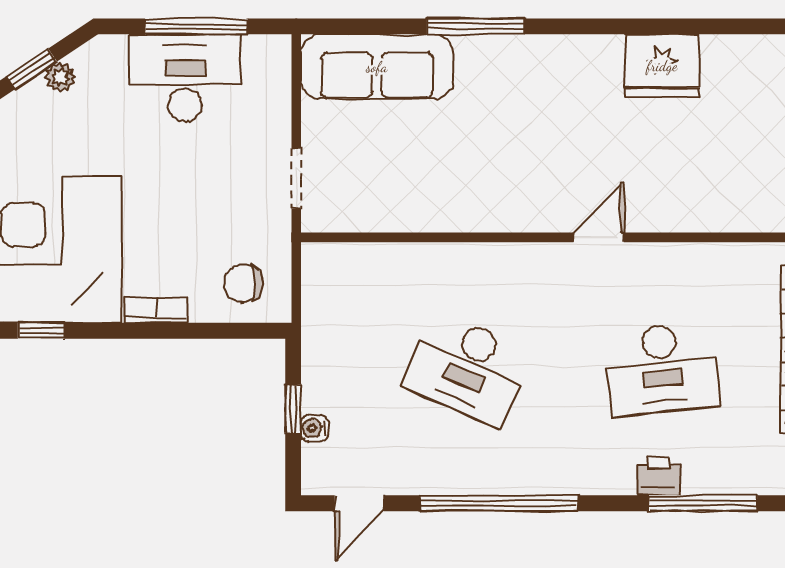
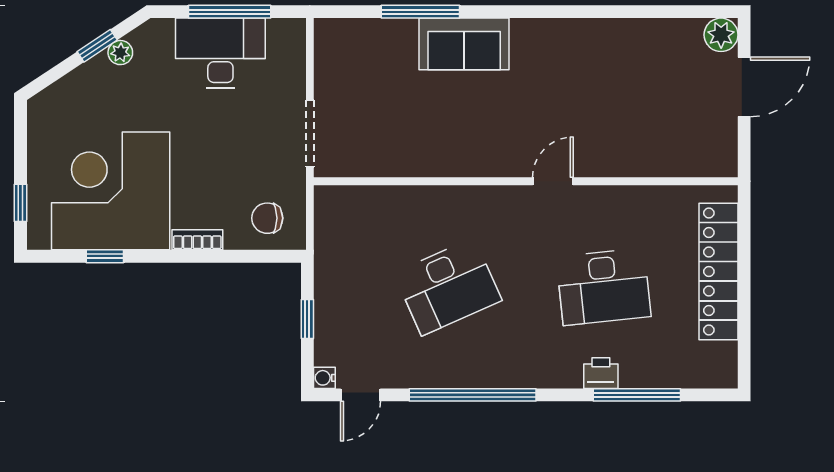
window: (476, 26) -> (420, 12), moved
fridge: (662, 66) -> (604, 43), removed
sofa: (377, 67) -> (464, 44), moved, width x0.73
doorway: (296, 178) -> (310, 134), width x1.38
desk: (468, 369) -> (448, 287), turned -48
water cooler: (314, 428) -> (324, 378), moved

